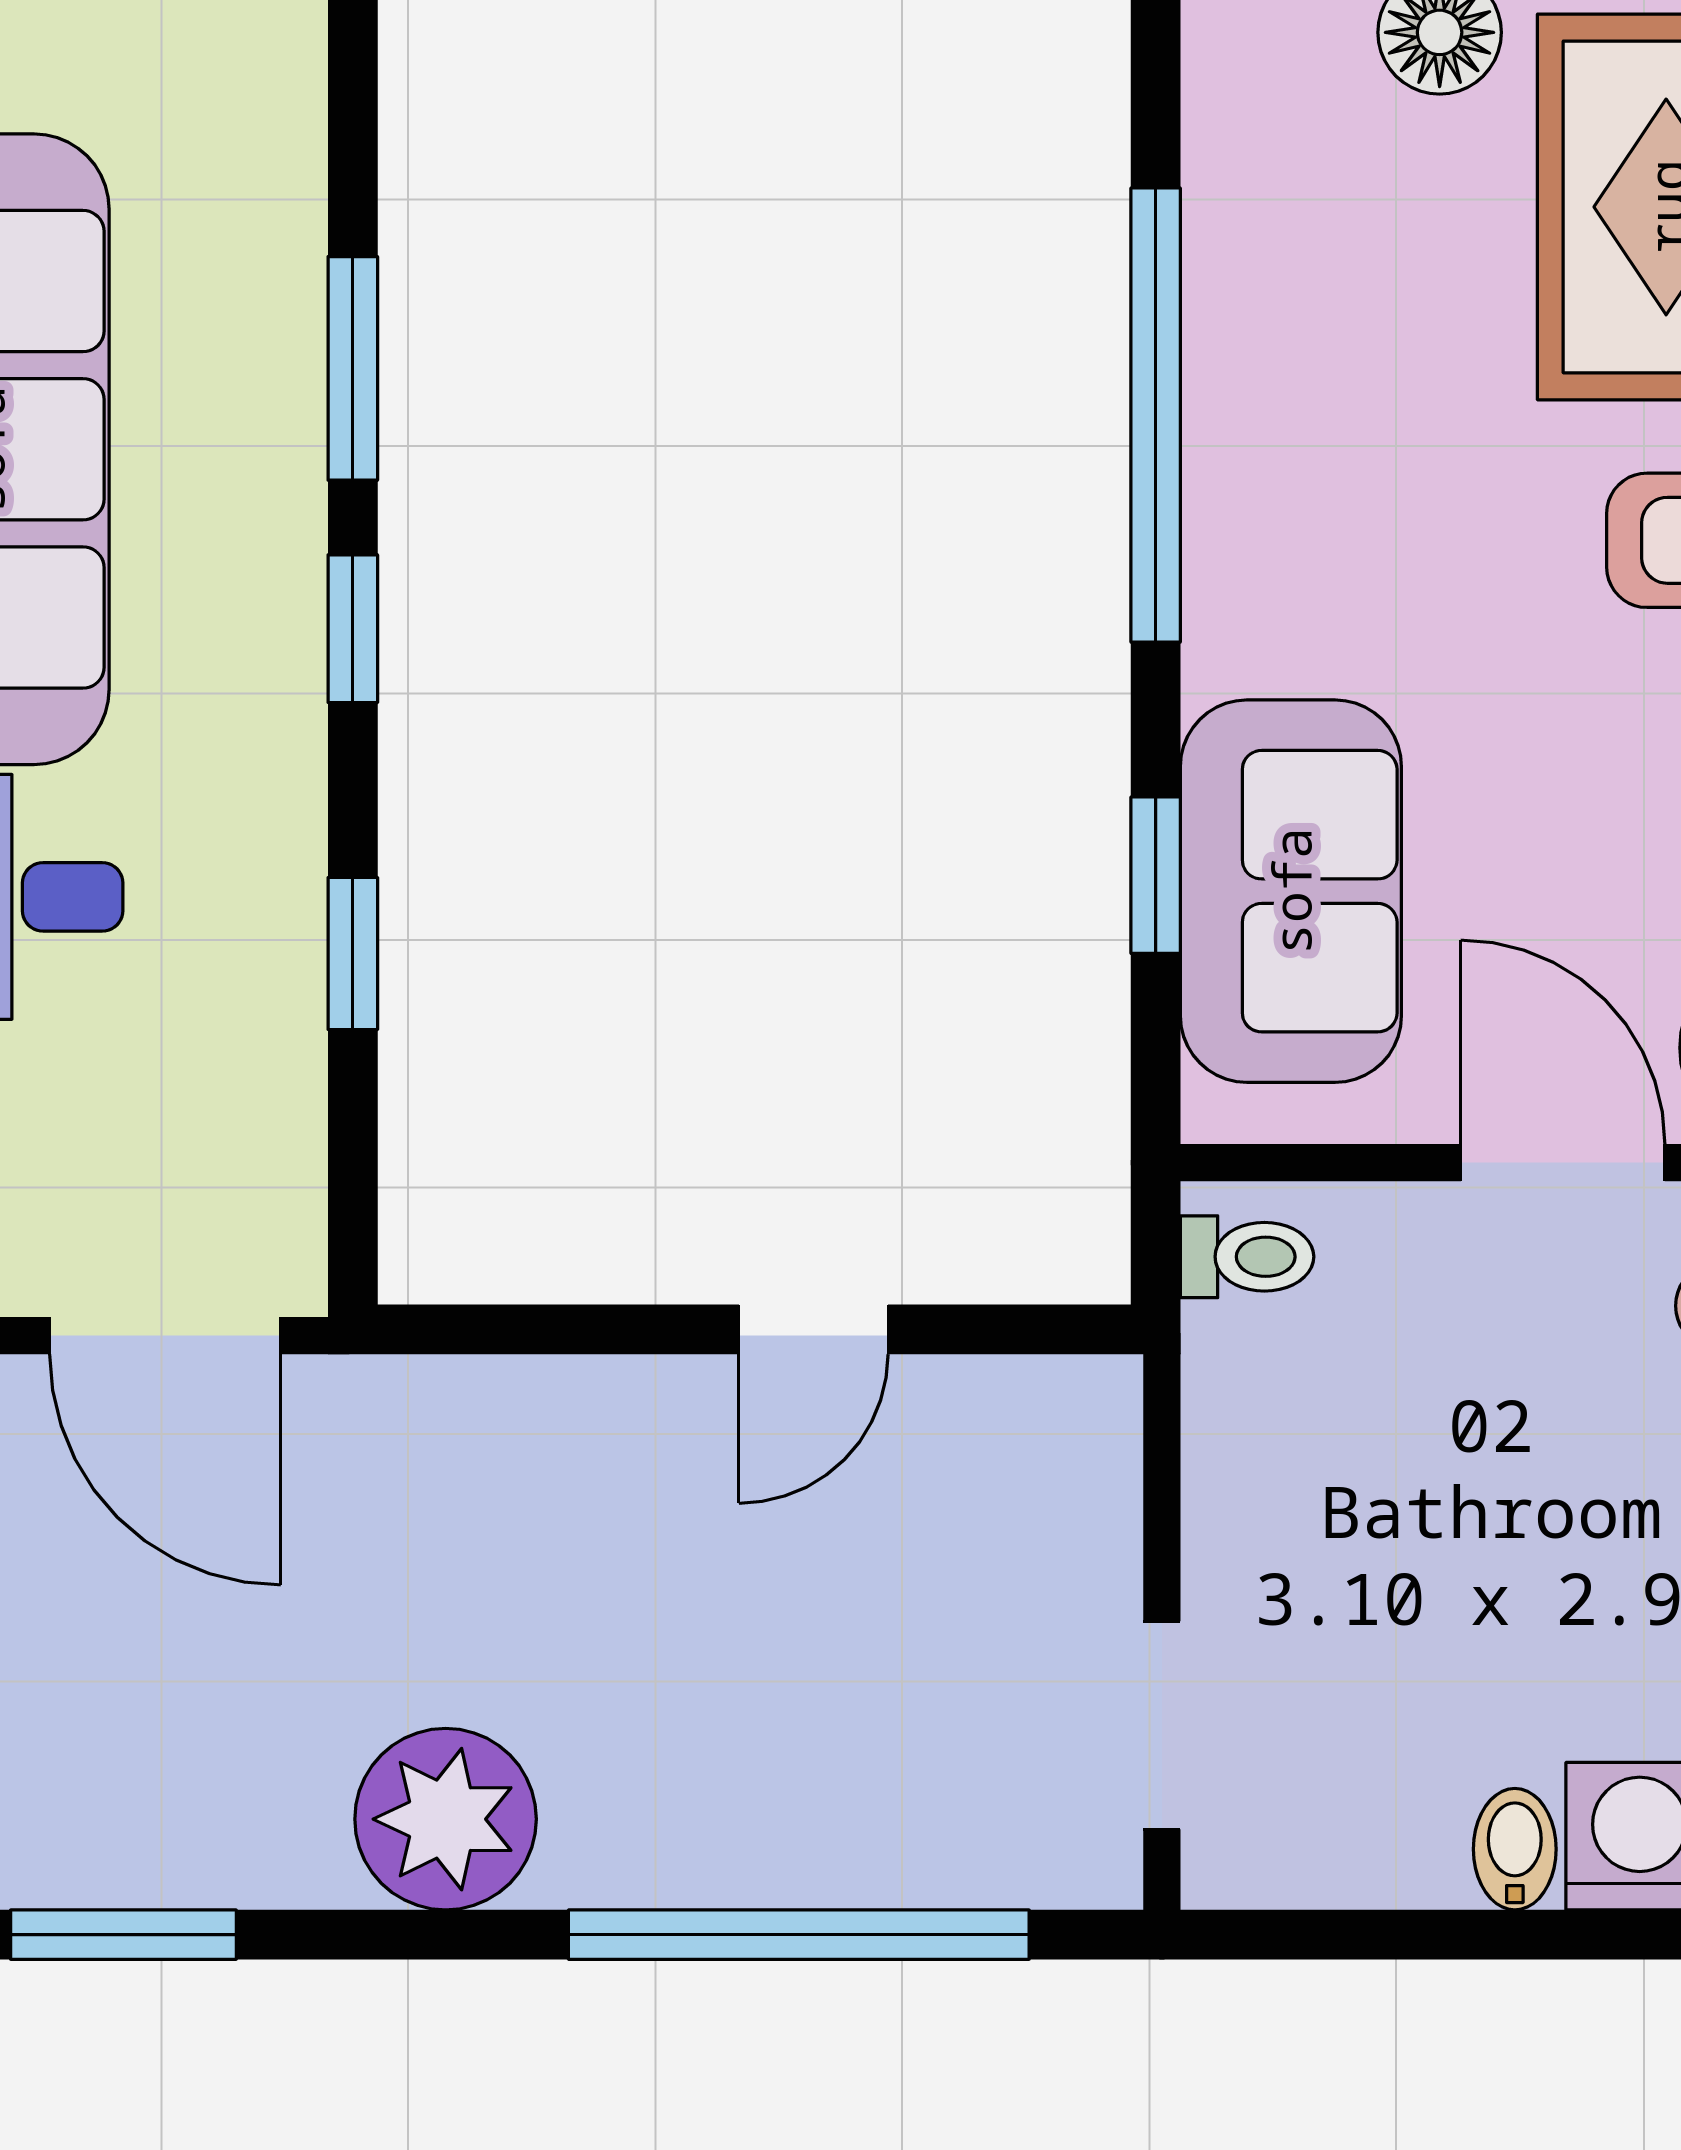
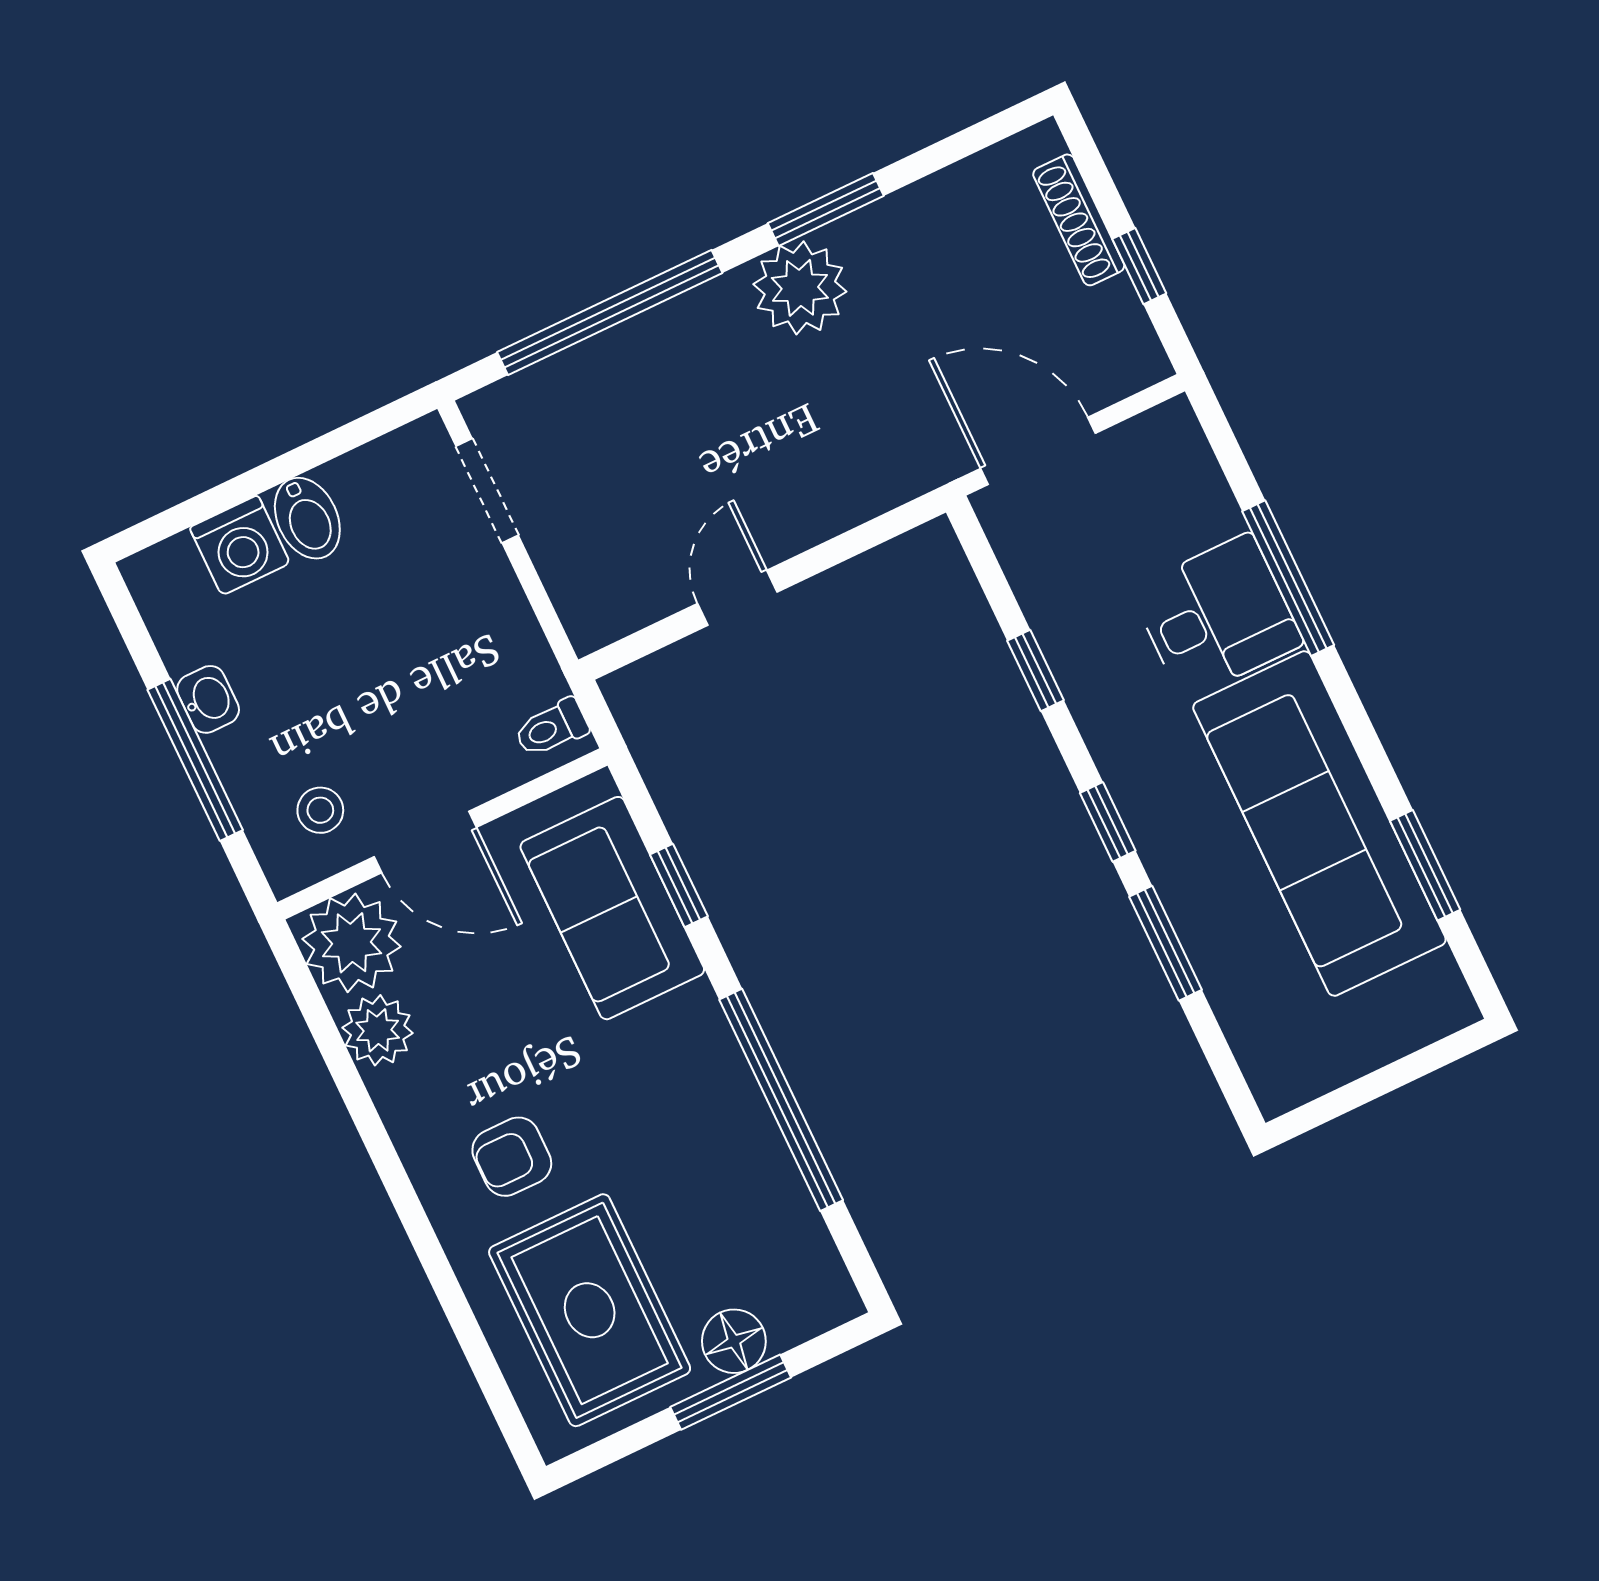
bidet: (1515, 1849) -> (307, 518), width x1.38, depth x1.36
window: (123, 1935) -> (826, 209), moved

